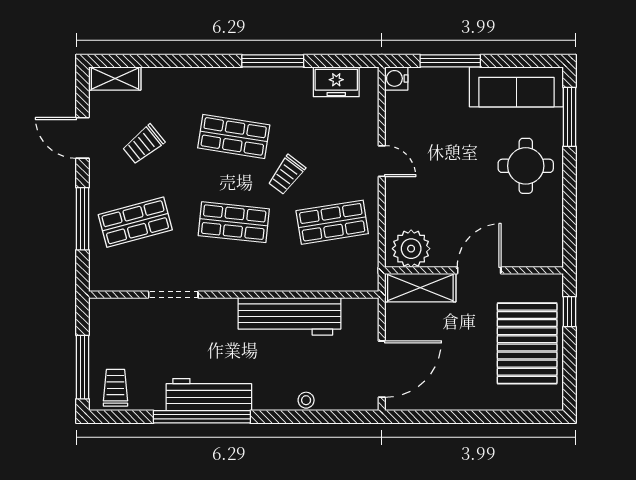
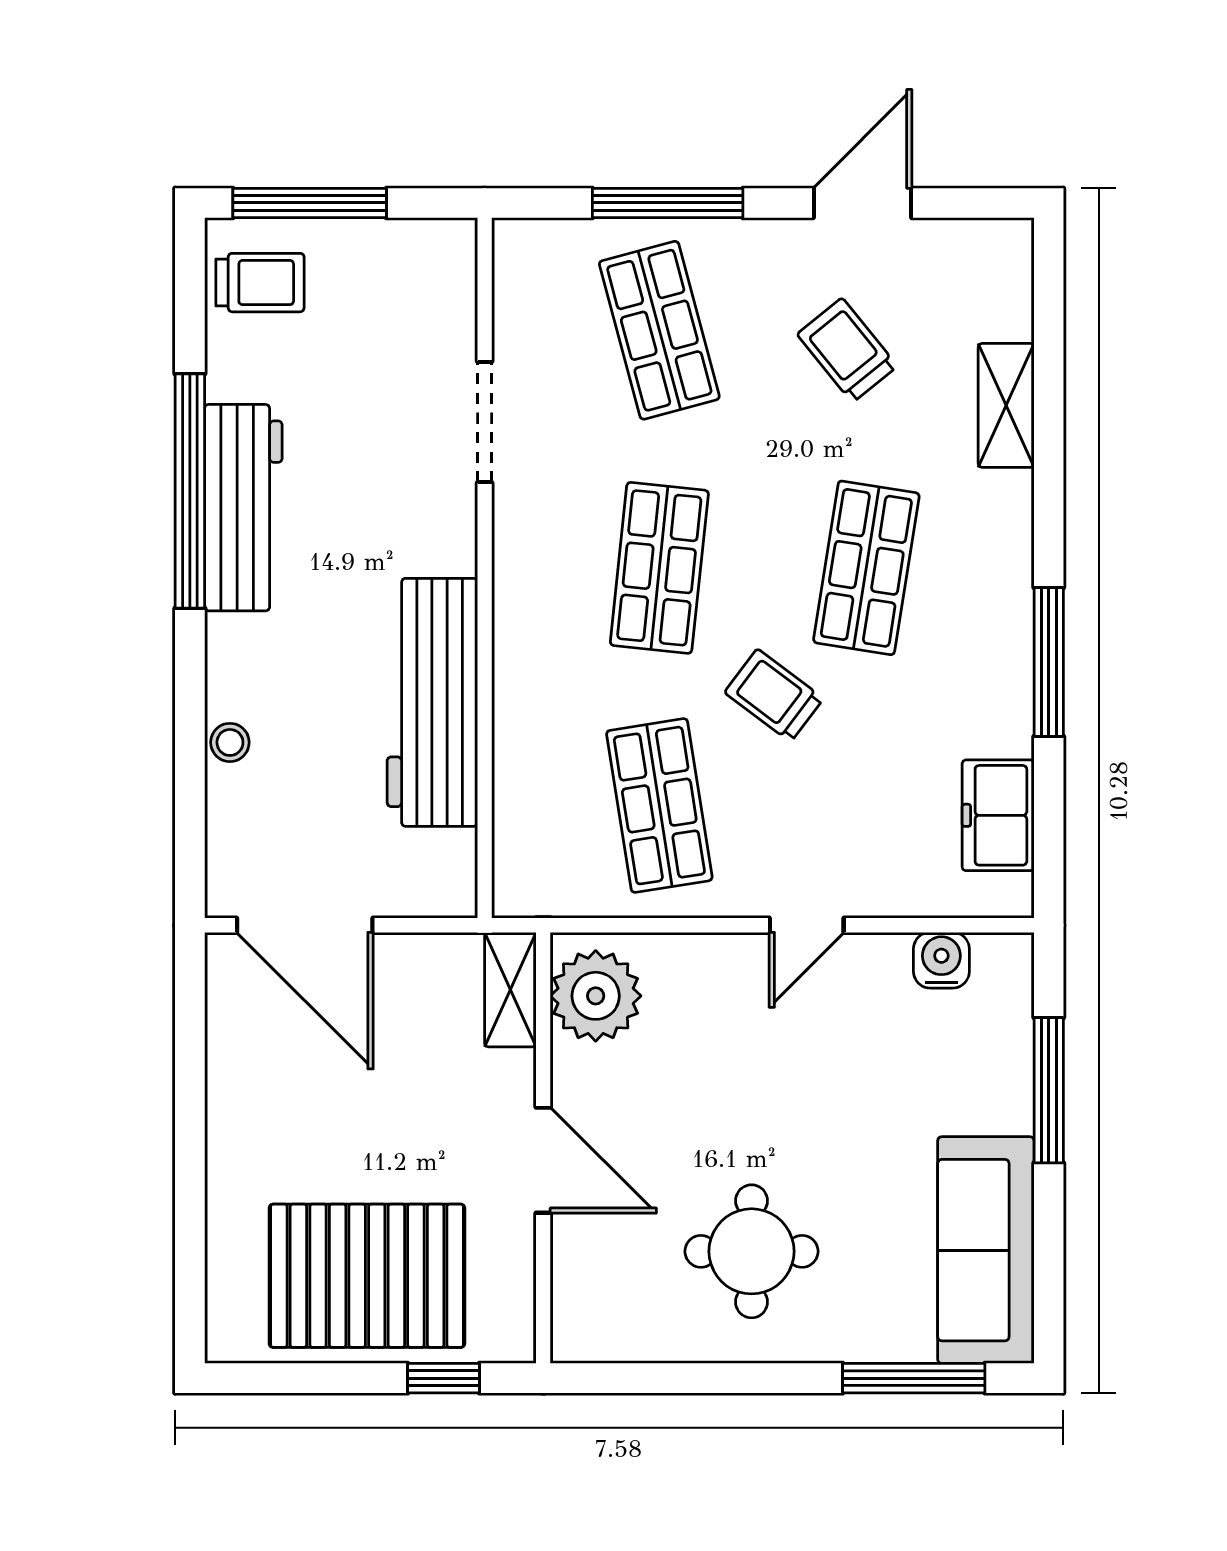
shelving: (115, 78) -> (1006, 405), moved
water cooler: (396, 78) -> (941, 960), moved
round table: (526, 166) -> (752, 1251), moved
shelving: (420, 288) -> (510, 990), width x0.67, depth x0.75

